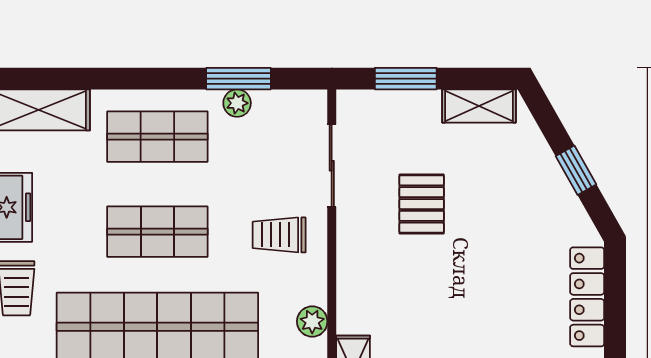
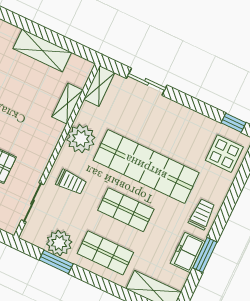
plant: (237, 103) -> (59, 243), width x1.88, depth x1.88
plant: (312, 321) -> (81, 139), width x1.88, depth x1.88

